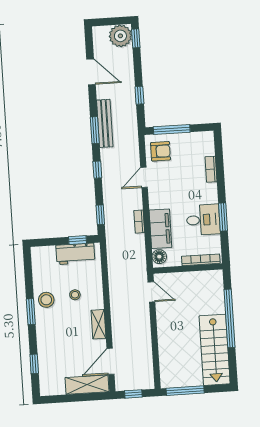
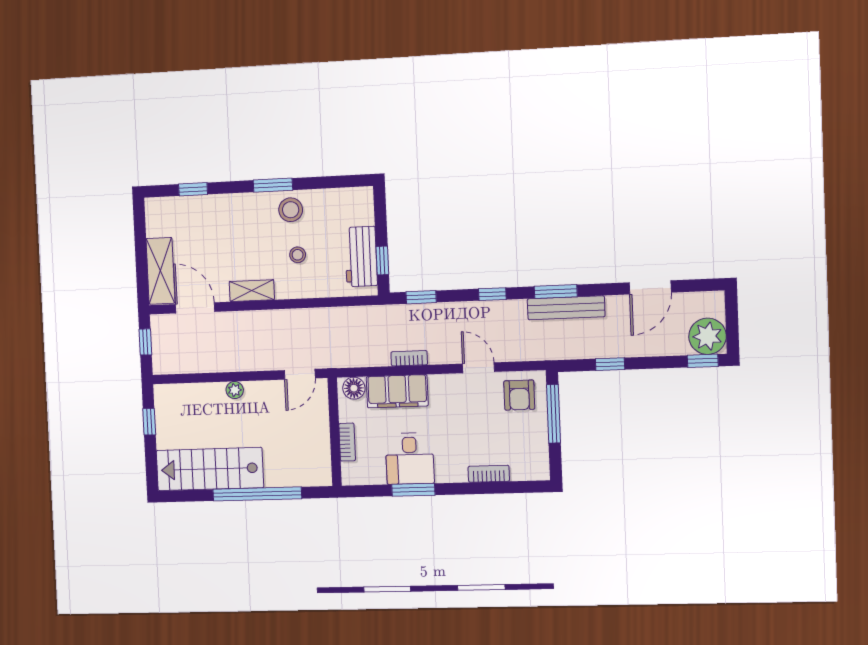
bookcase: (201, 260) -> (347, 442), width x0.64
plant: (163, 334) -> (235, 390), added
window: (185, 391) -> (149, 422), width x0.46

